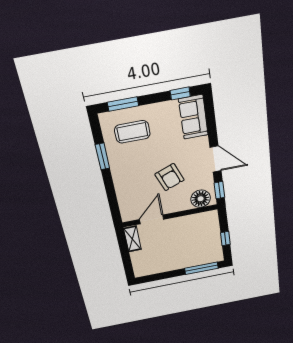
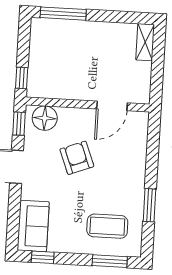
shelving: (132, 239) -> (145, 42), moved
window: (225, 239) -> (22, 78), moved

